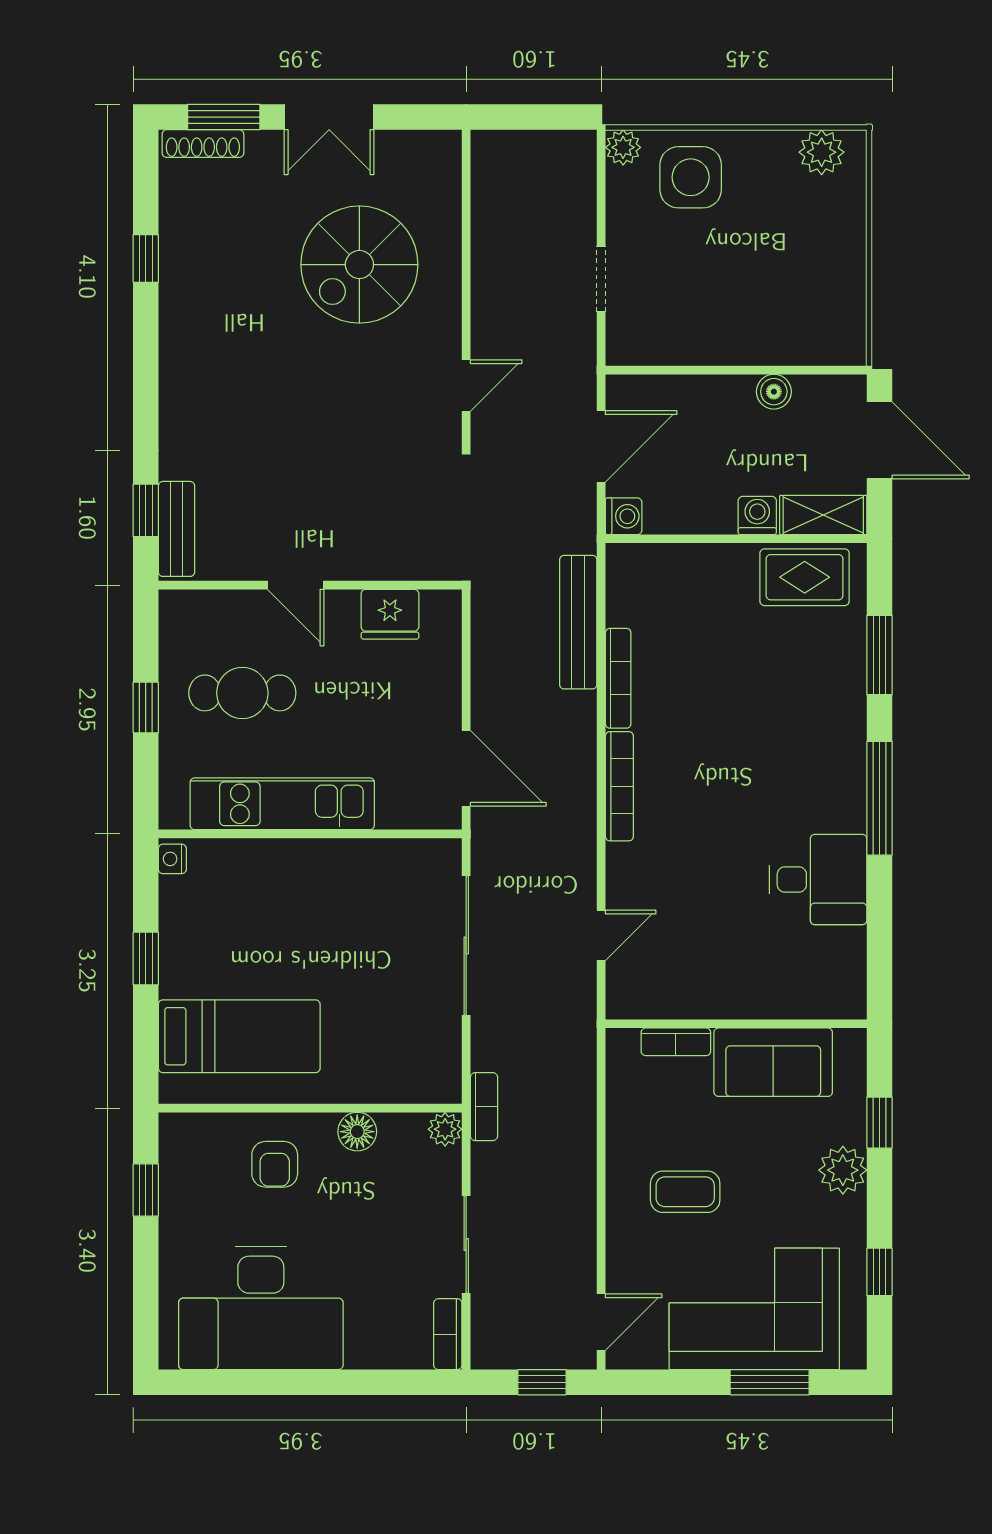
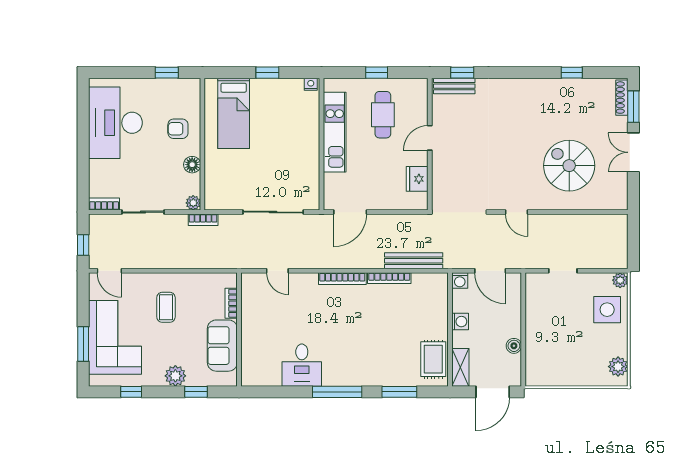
washing machine: (757, 515) -> (460, 322), moved

